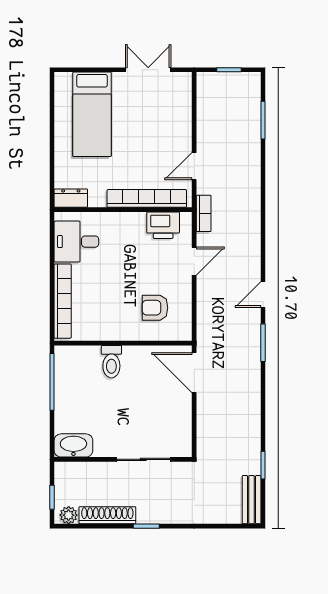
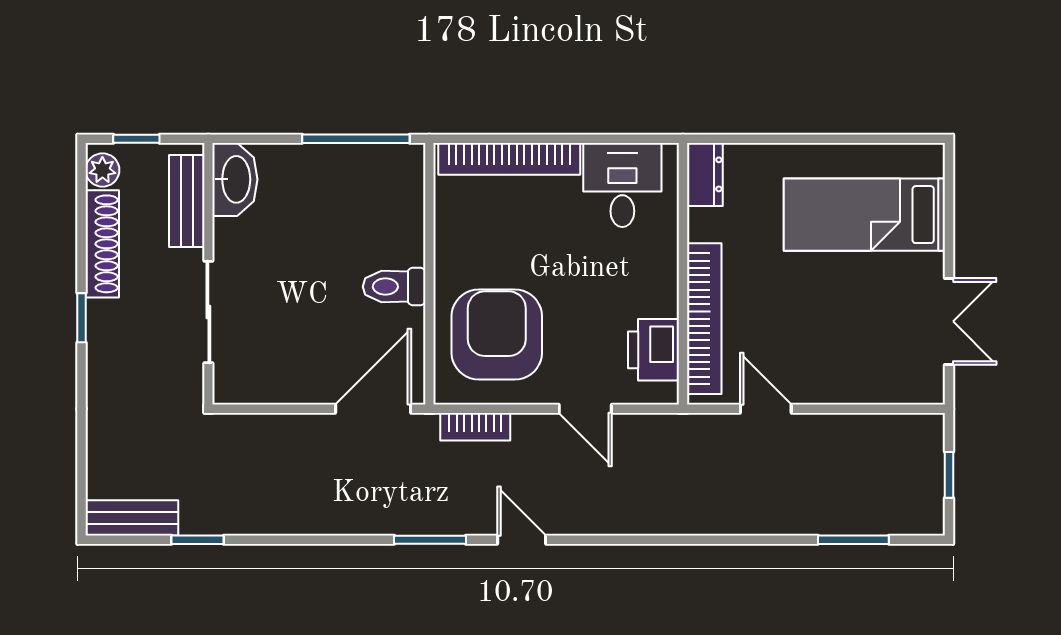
bookcase: (204, 213) -> (475, 427), moved
armchair: (155, 308) -> (497, 334), width x1.88, depth x1.88
toilet: (111, 362) -> (394, 287), moved
bench: (85, 471) -> (187, 201), added

